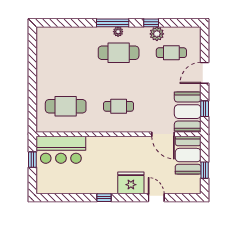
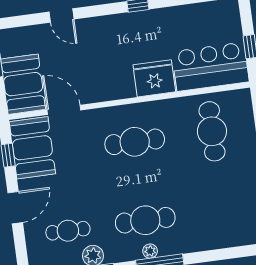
cafe table: (66, 106) -> (212, 131), turned 90
cafe table: (119, 106) -> (135, 142), width x1.37, depth x1.35
fridge: (131, 183) -> (154, 78), moved, turned 180

